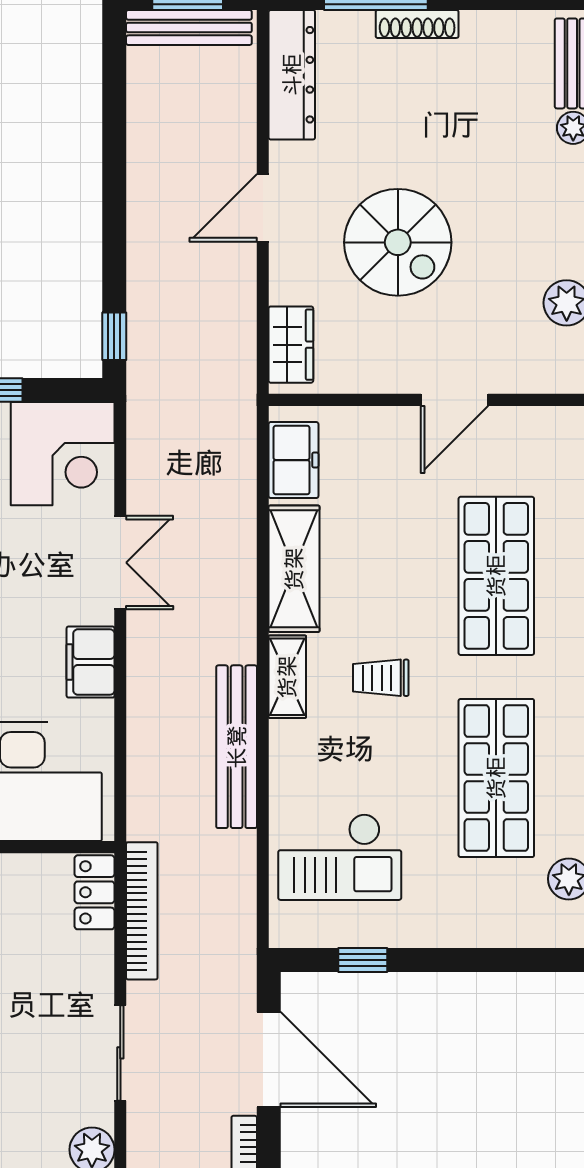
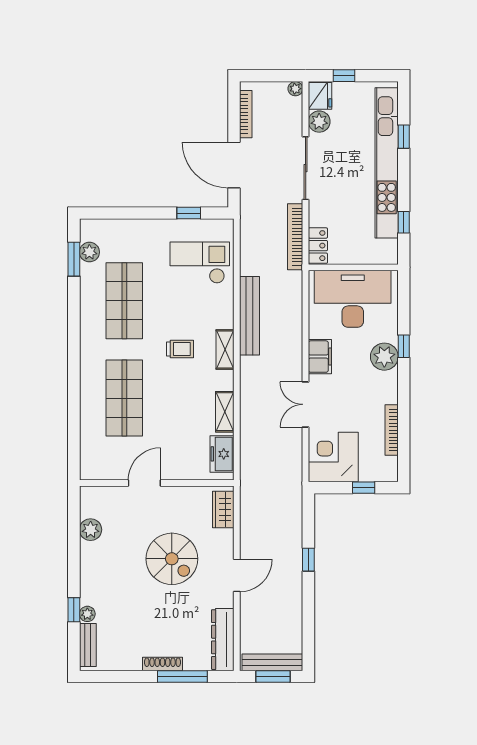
spiral stairs: (398, 242) -> (172, 559), turned 180
window: (114, 336) -> (308, 560), moved
shelving: (294, 569) -> (225, 412), width x0.67, depth x0.75
sliding door: (120, 1053) -> (306, 168), width x1.37

